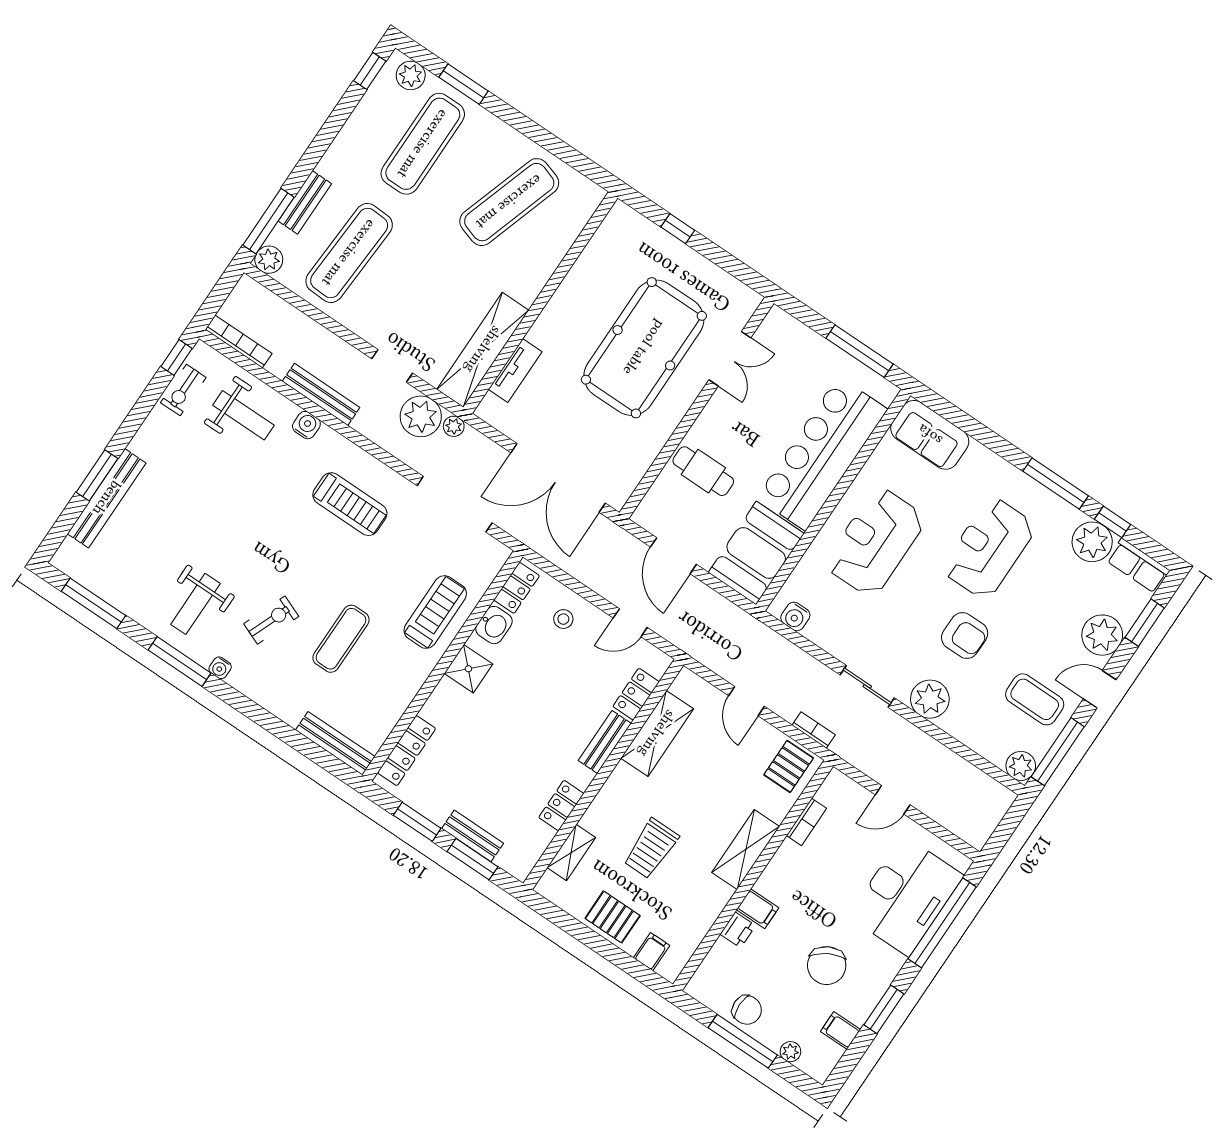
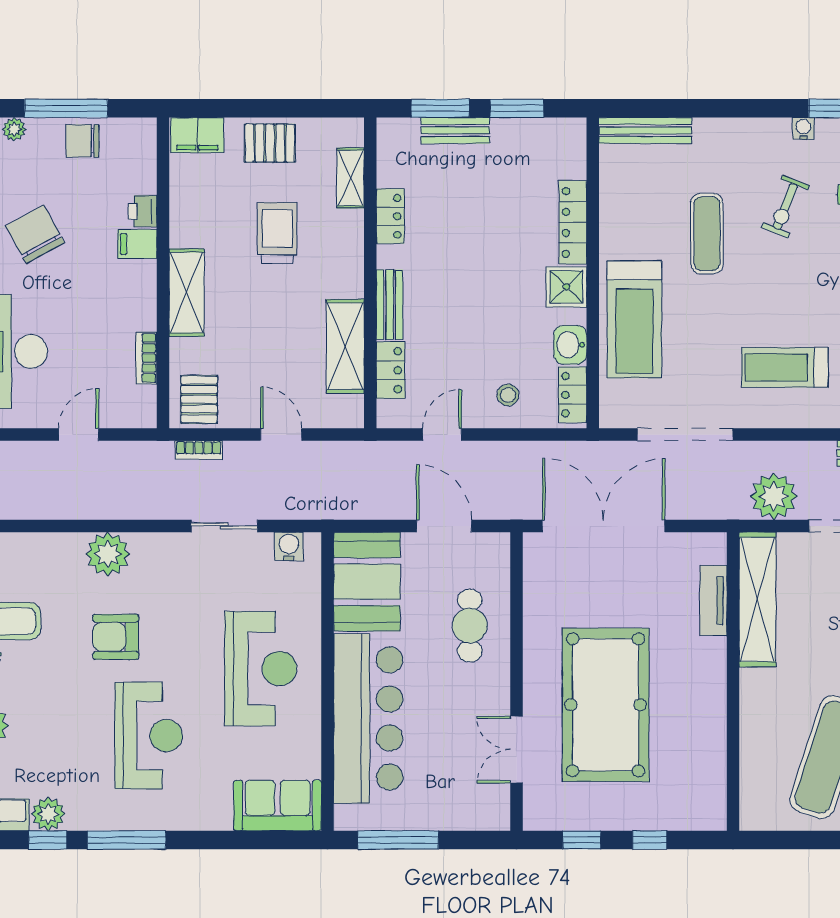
window: (727, 262) -> (582, 840), added
plant: (454, 426) -> (736, 508), removed
cafe table: (703, 471) -> (470, 626), turned 90
plant: (1092, 542) -> (48, 814), width x0.73, depth x0.73
treadmill: (435, 612) -> (634, 319), width x1.37, depth x1.37
sliding door: (867, 686) -> (224, 526), moved
locker: (406, 751) -> (573, 222), moved
filing cabinet: (652, 952) -> (197, 135), width x2.00

